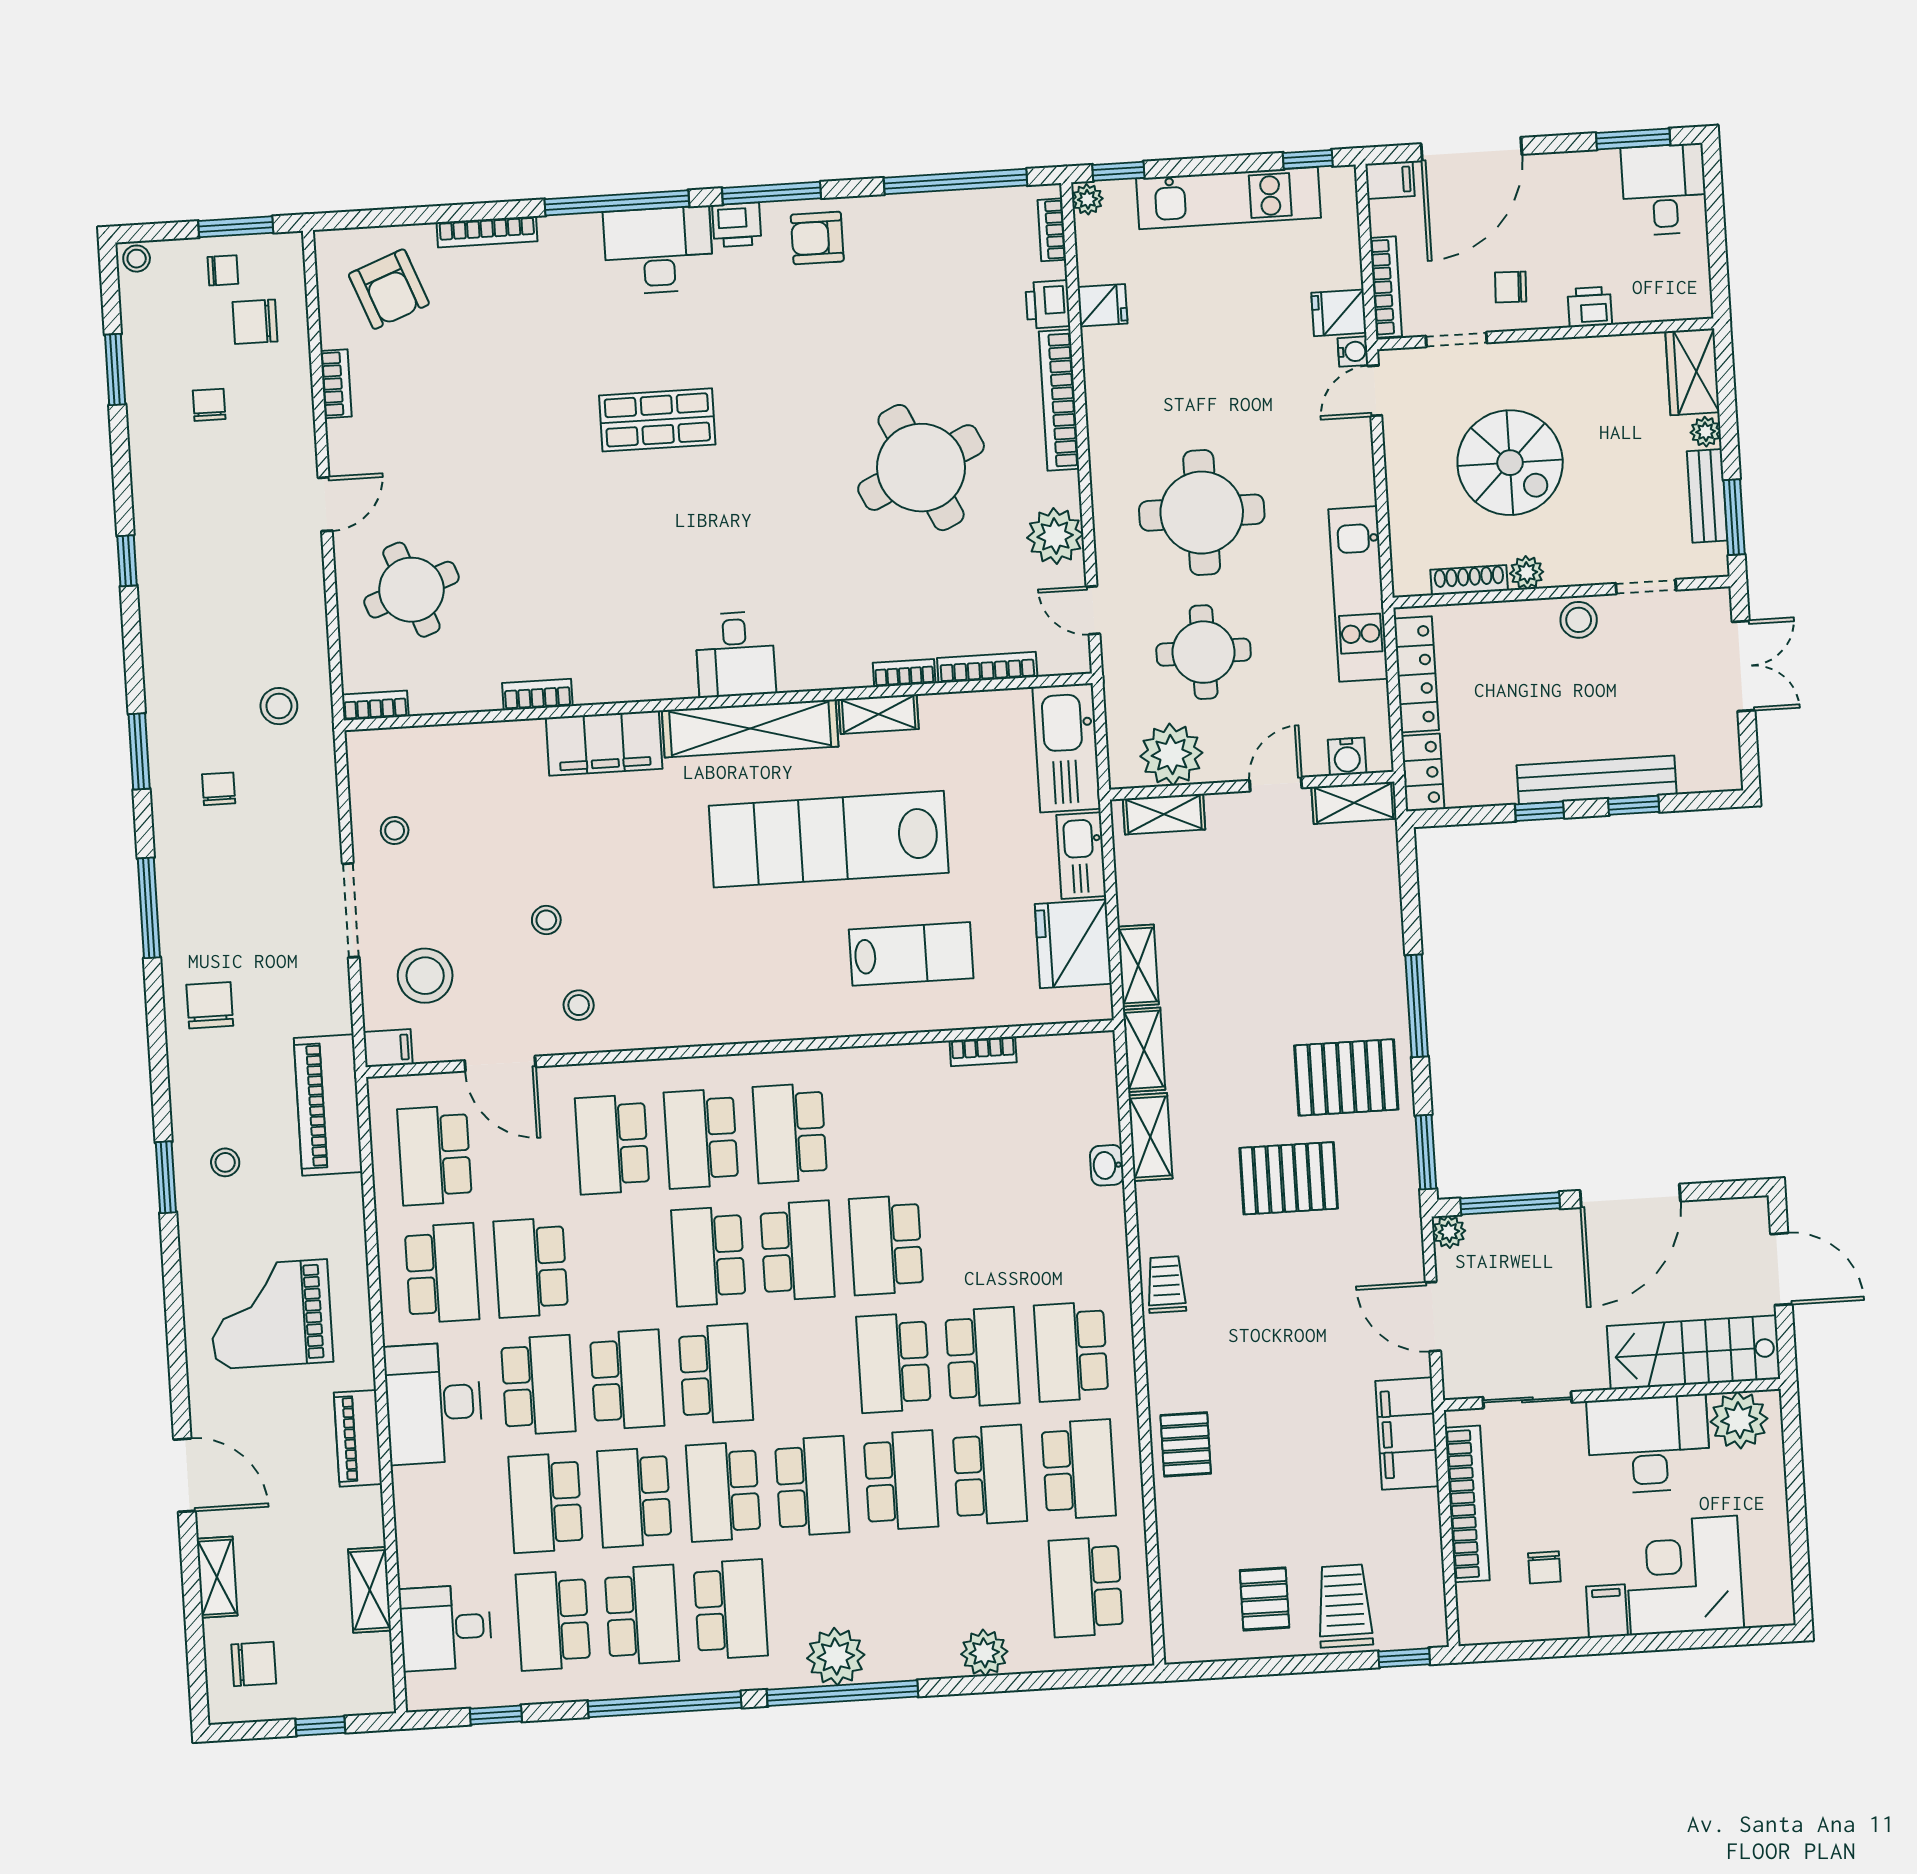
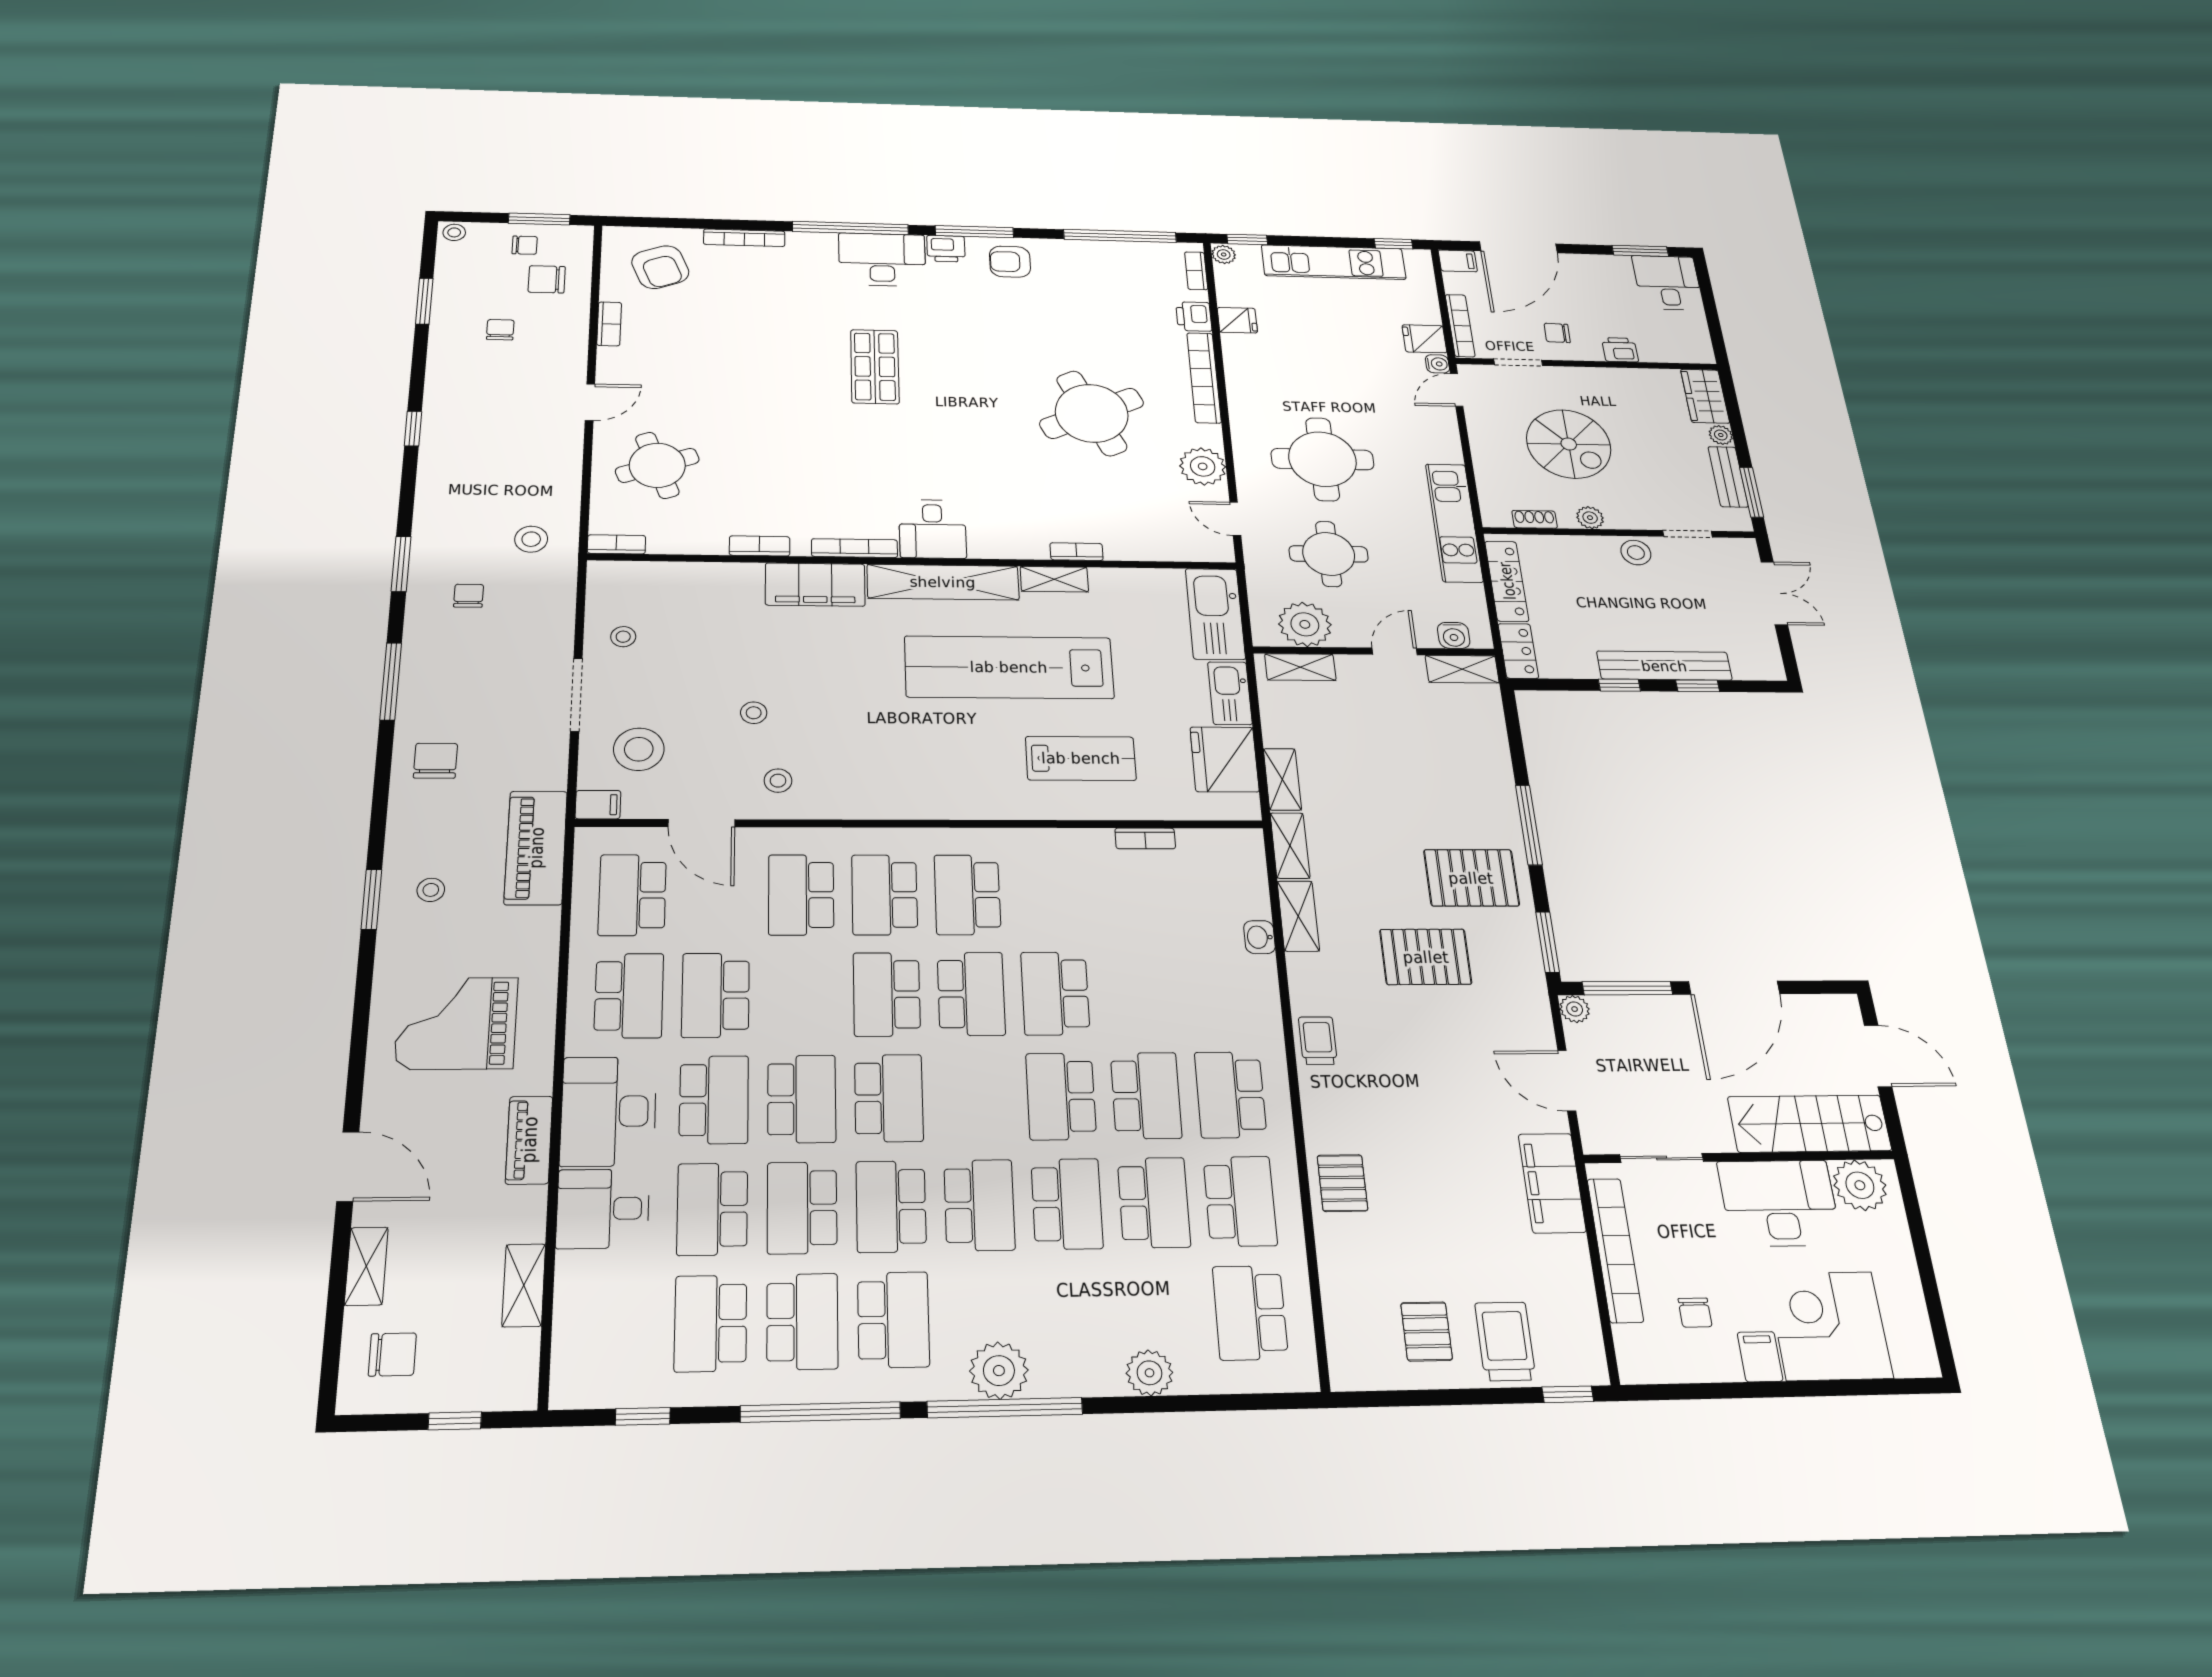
shop shelf: (657, 420) -> (875, 367), turned 90
shoe rack: (1469, 580) -> (1535, 519), width x0.70
bookcase: (987, 667) -> (855, 548), moved
desk: (446, 1628) -> (603, 1209), moved

